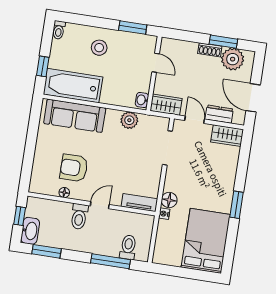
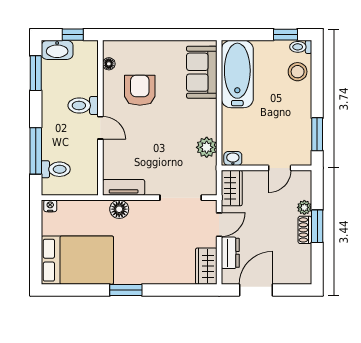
window: (223, 42) -> (317, 226), moved
stool: (99, 48) -> (298, 72), moved
plant: (233, 59) -> (304, 207), moved, width x0.53, depth x0.53
window: (43, 66) -> (285, 35), moved
sofa: (75, 116) -> (202, 72), width x0.73
floor lamp: (64, 193) -> (109, 64), moved
tv unit: (139, 203) -> (124, 187), moved, turned -90
nightstand: (164, 214) -> (50, 206), moved

